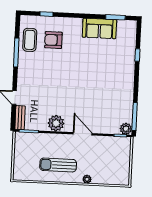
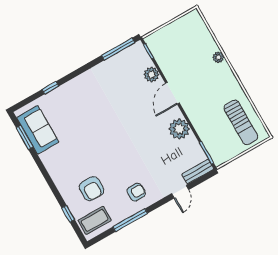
sofa: (99, 28) -> (38, 130), moved
coffee table: (30, 40) -> (95, 220), moved
armchair: (32, 68) -> (136, 192), added
plant: (126, 129) -> (152, 75), moved
sun lounger: (58, 165) -> (241, 122), moved

